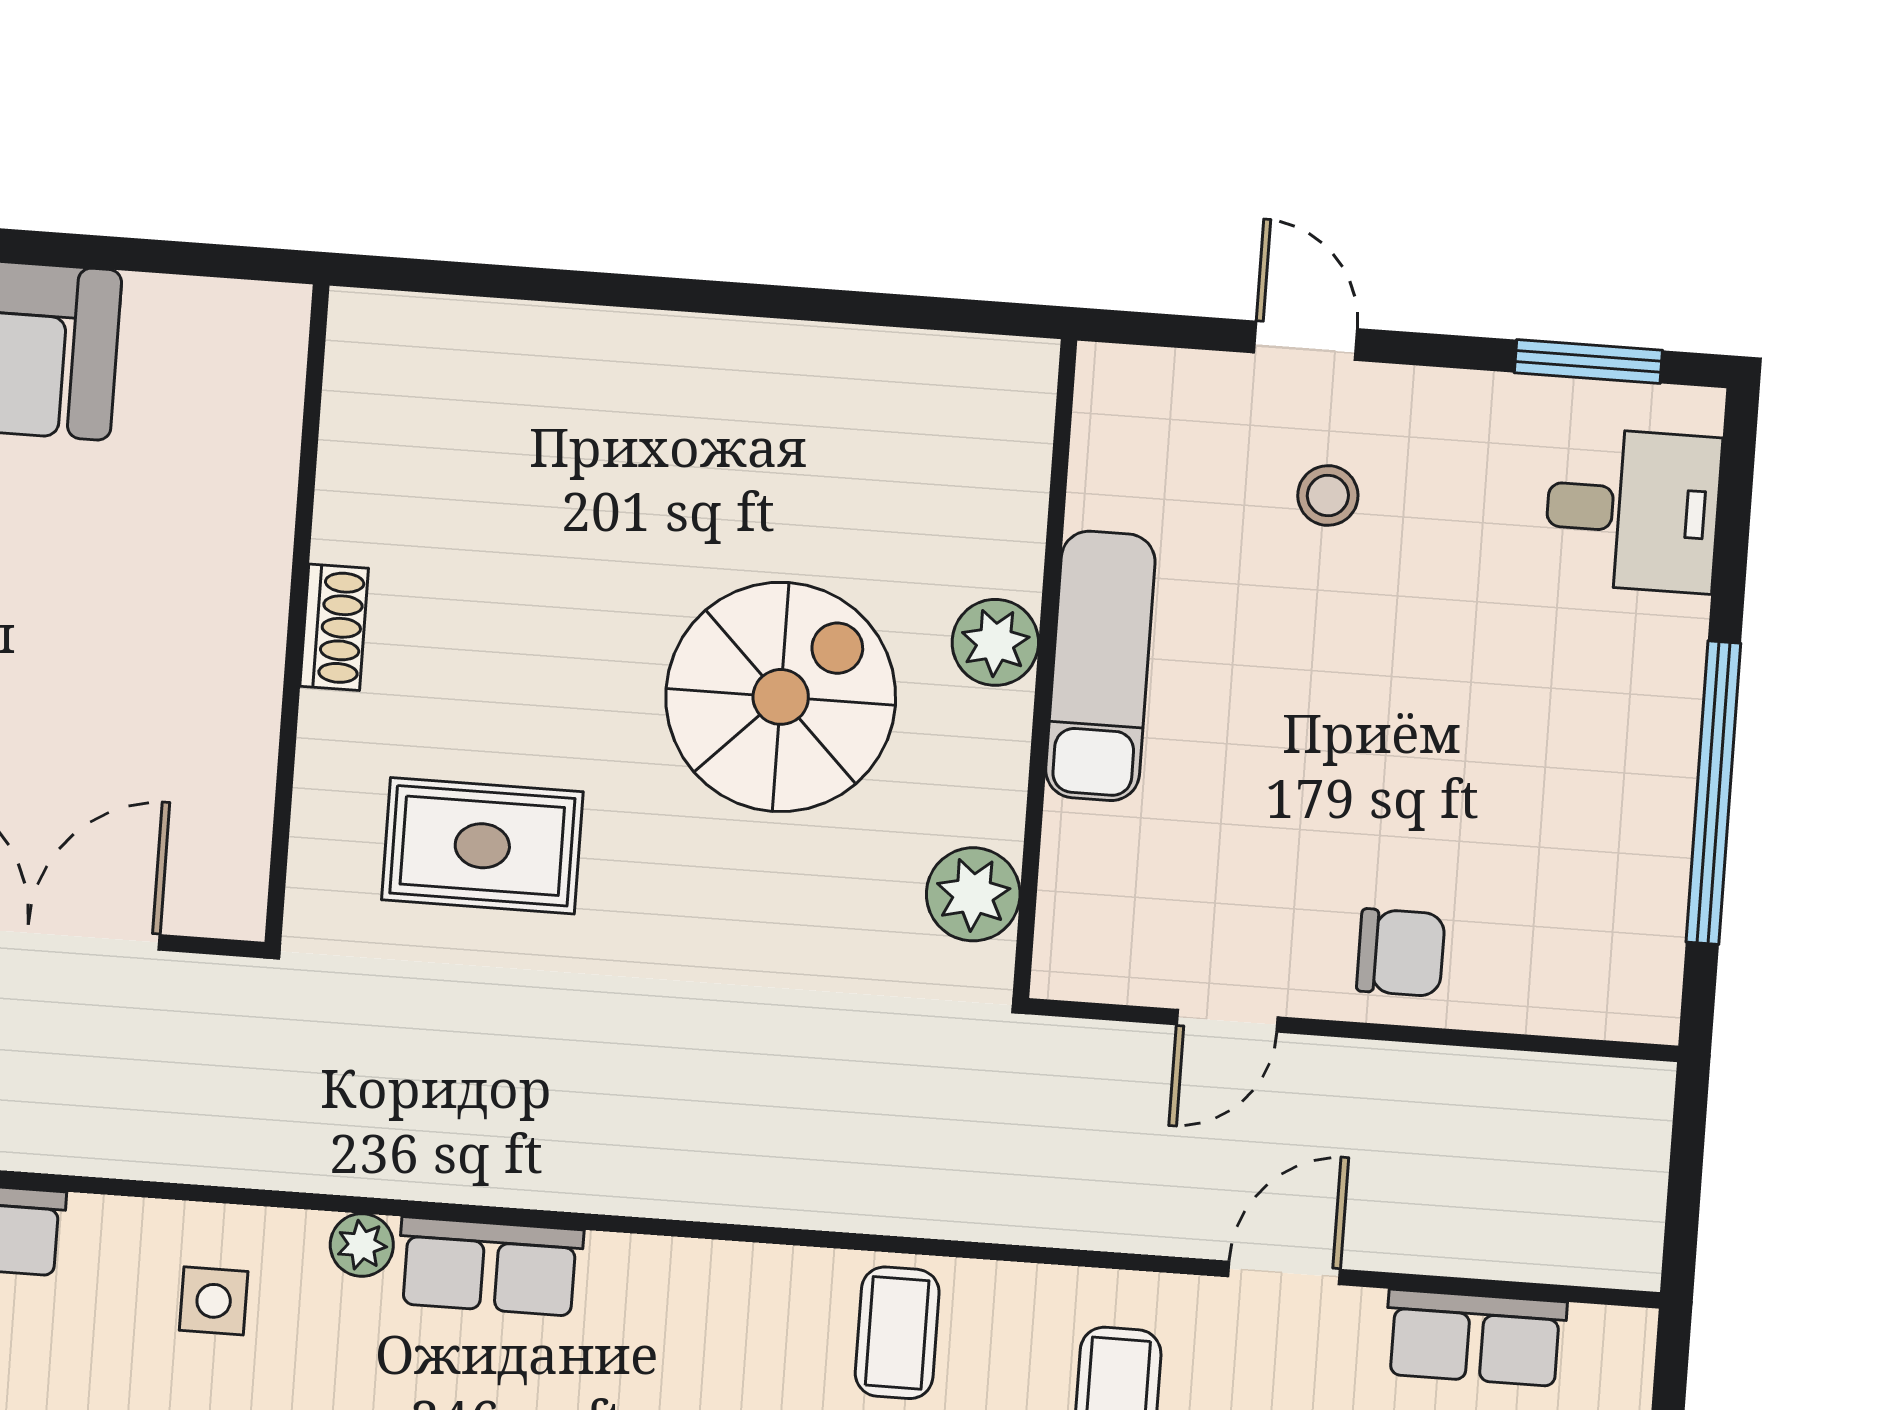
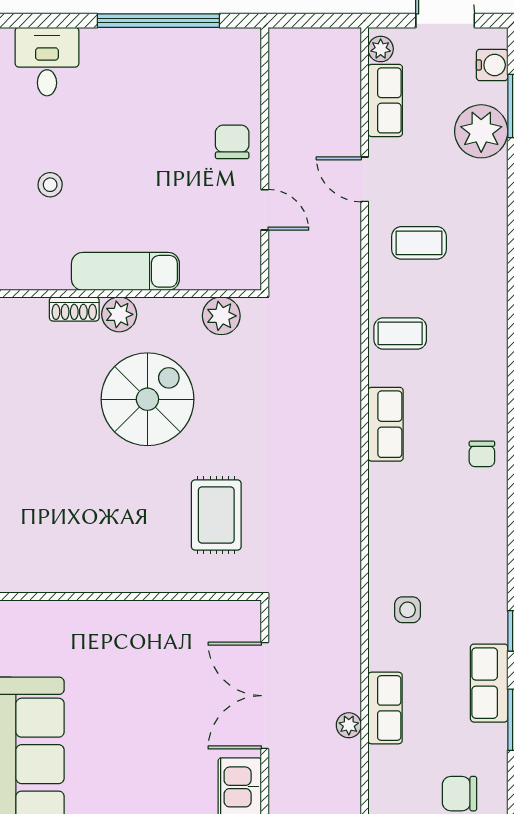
shoe rack: (334, 627) -> (74, 309), moved, turned 180
spiral stairs: (781, 697) -> (147, 399), turned 90
plant: (362, 1245) -> (381, 49), moved
row of seats: (490, 1267) -> (386, 424), moved

